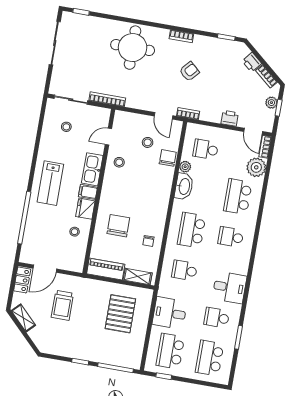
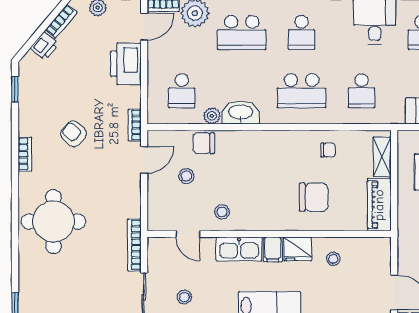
printer: (230, 118) -> (126, 64), width x1.87, depth x1.48
chair: (118, 226) -> (314, 197), turned 180

